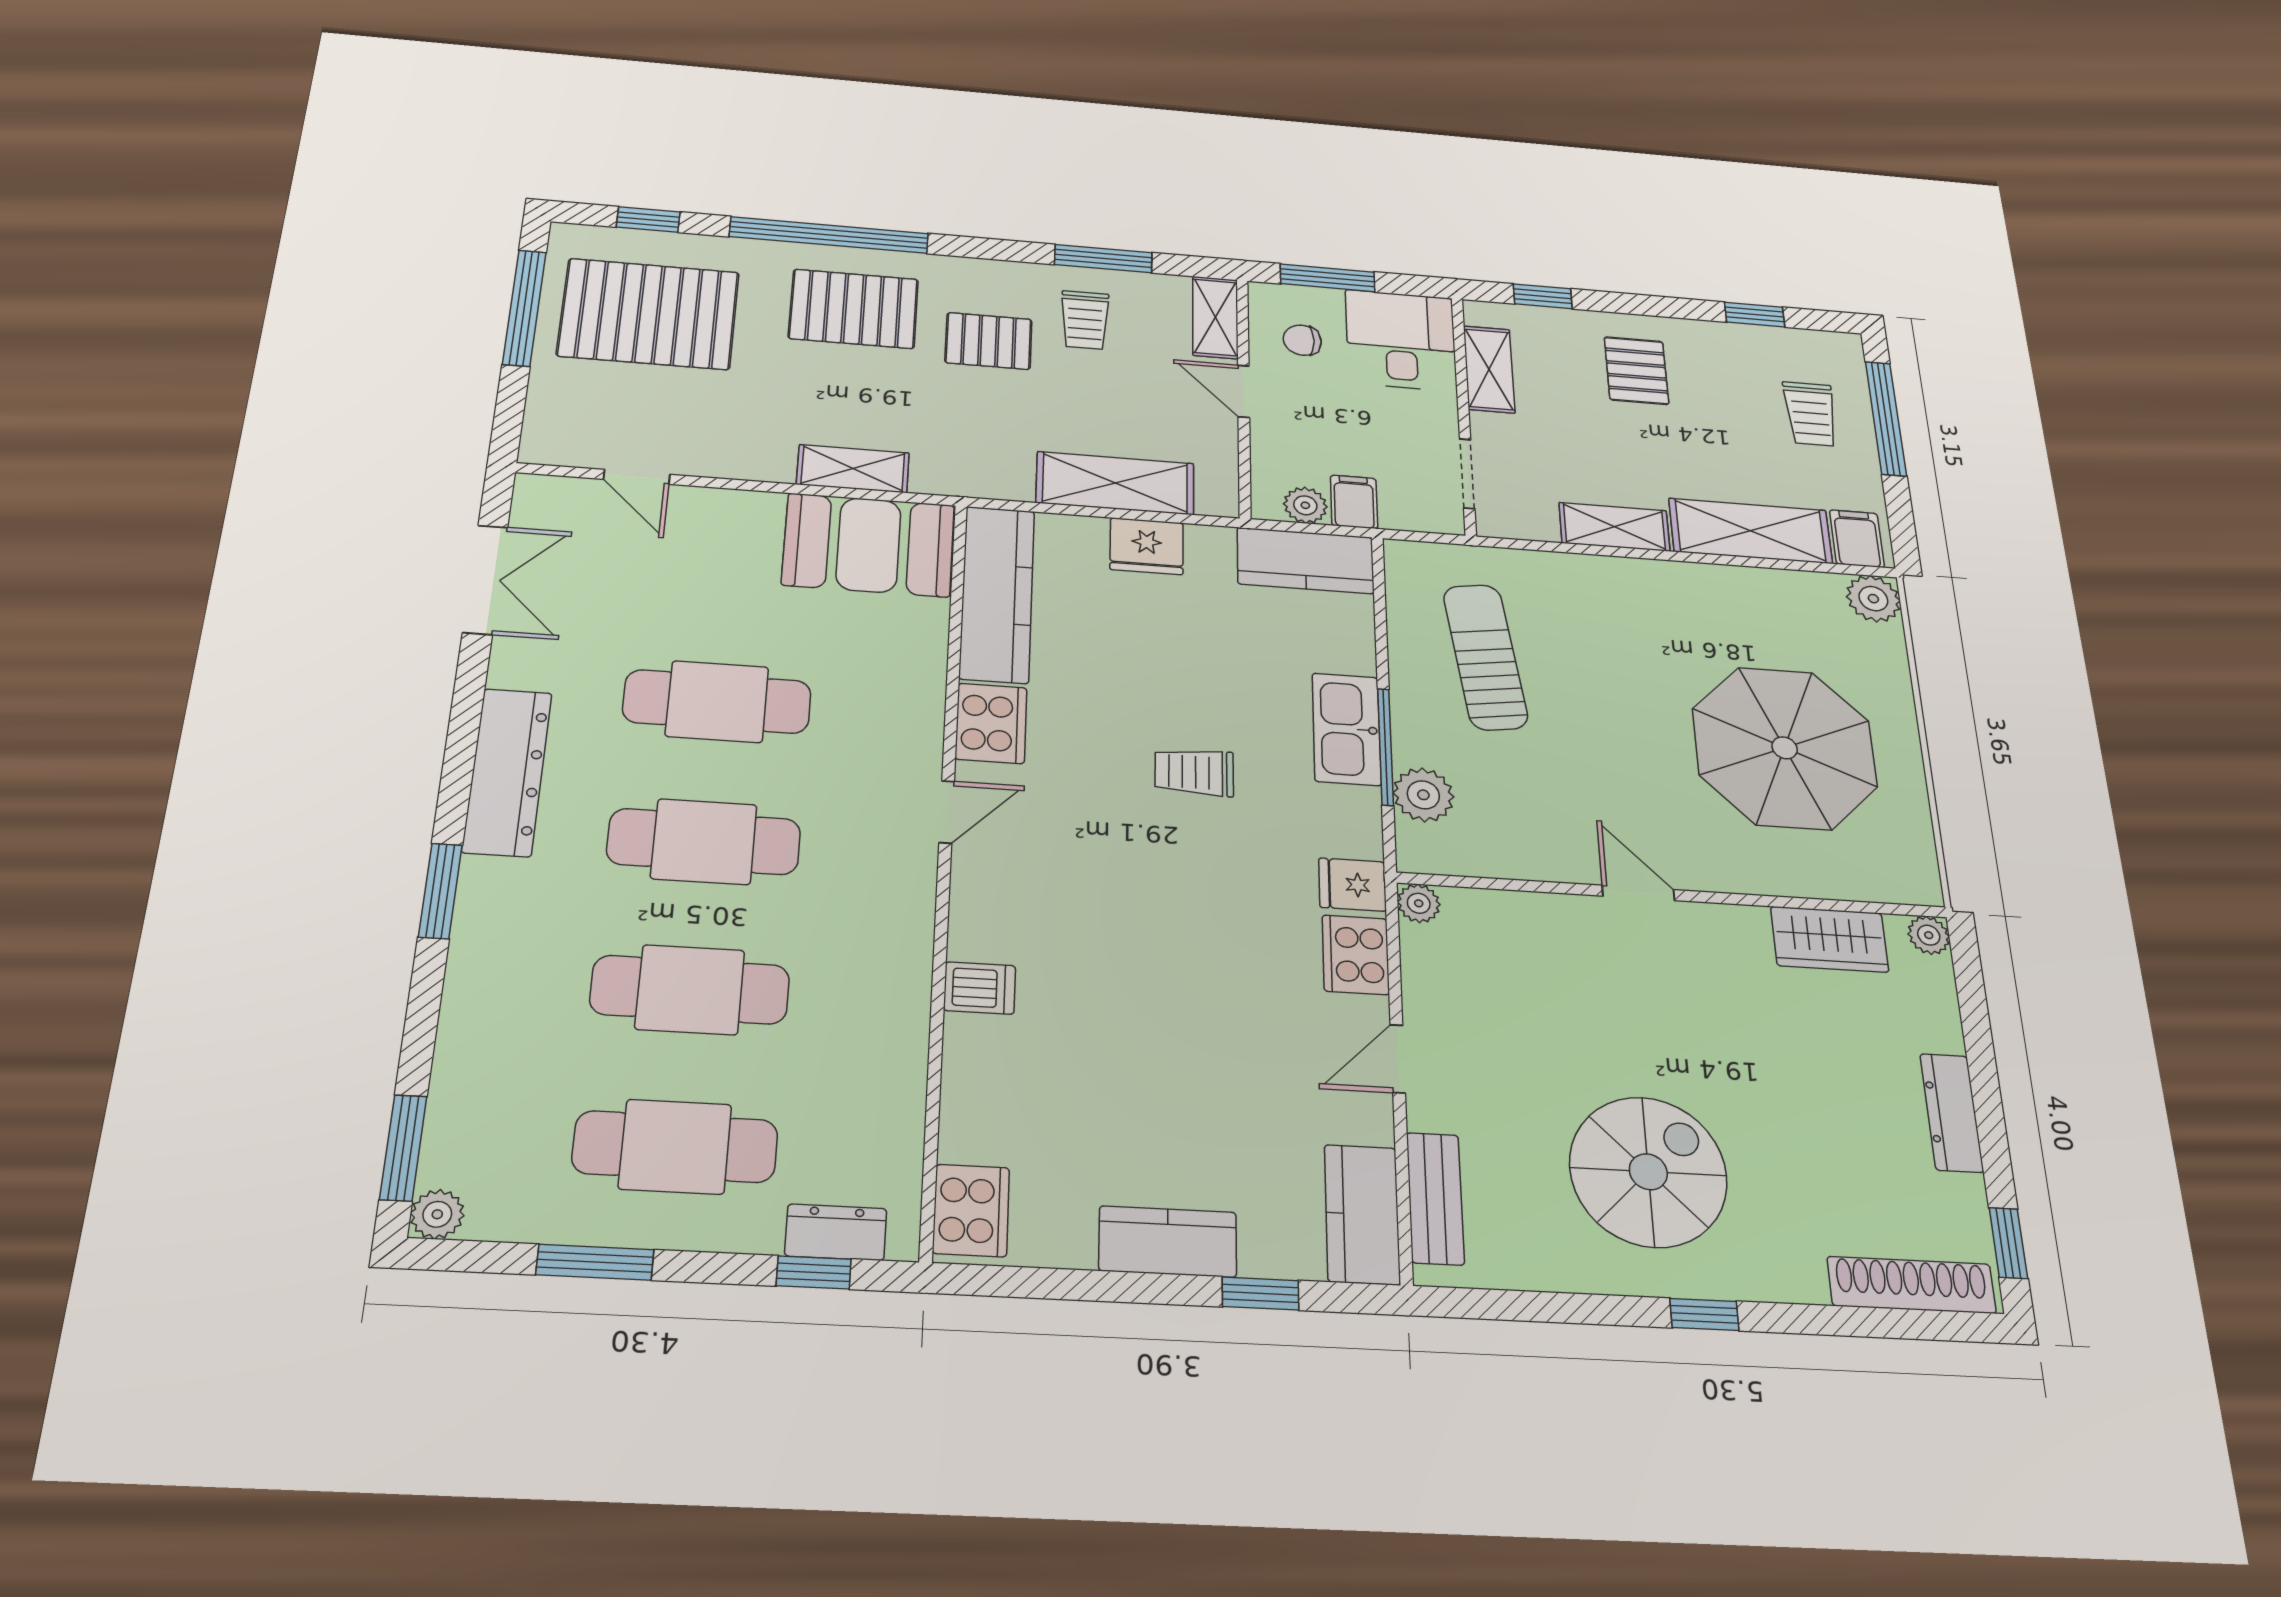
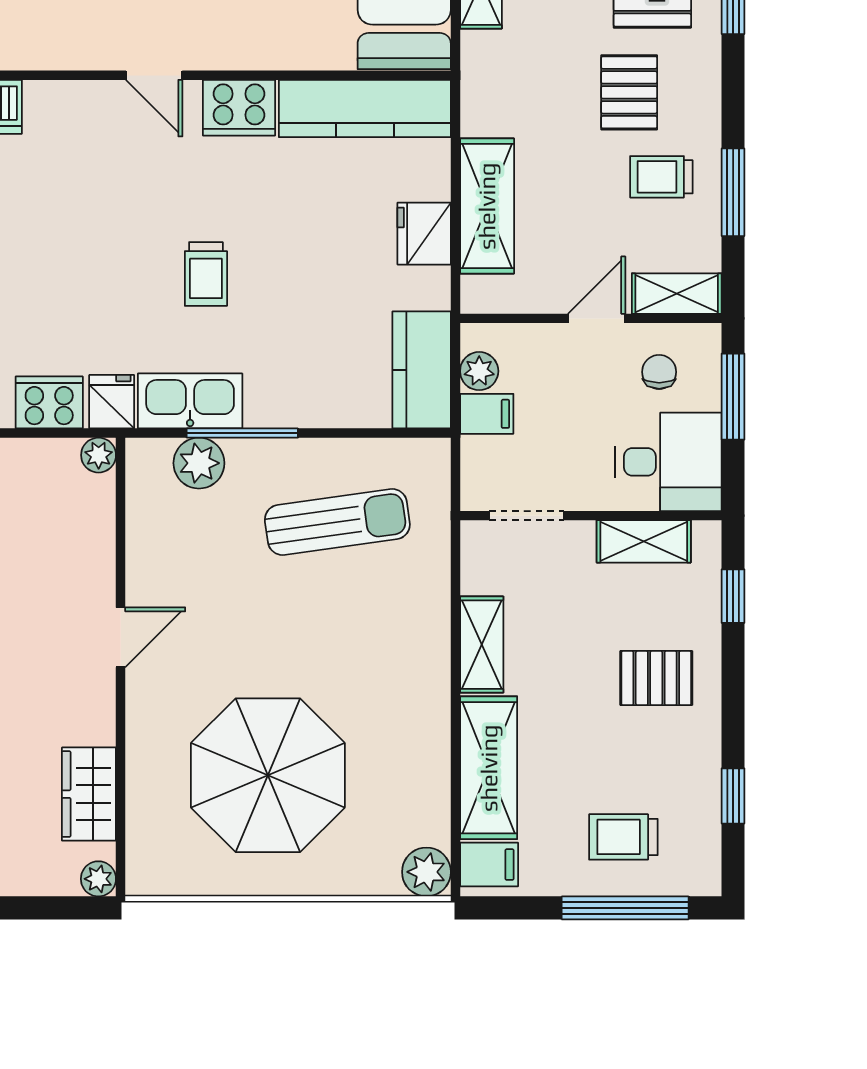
kitchen sink: (1347, 729) -> (190, 401), moved
trolley: (1194, 772) -> (206, 274), turned 180

